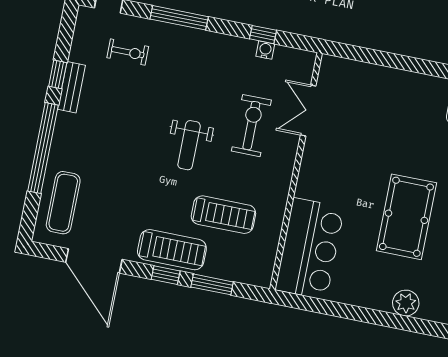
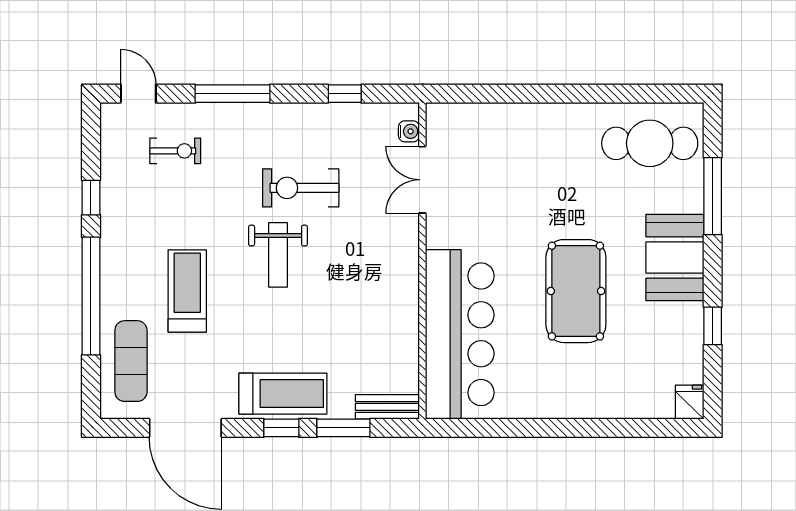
water cooler: (265, 50) -> (409, 131), moved, turned 90
bench: (71, 87) -> (387, 407), moved, turned 90
exercise bike: (251, 126) -> (301, 188), moved, turned -90
treadmill: (223, 215) -> (187, 291), moved, turned -90
bar counter: (310, 249) -> (460, 334), width x1.36
plant: (406, 303) -> (597, 402), removed

